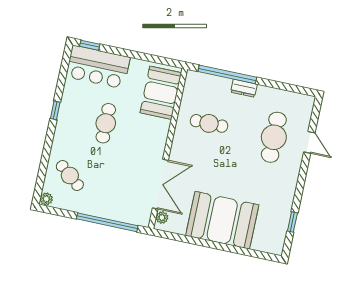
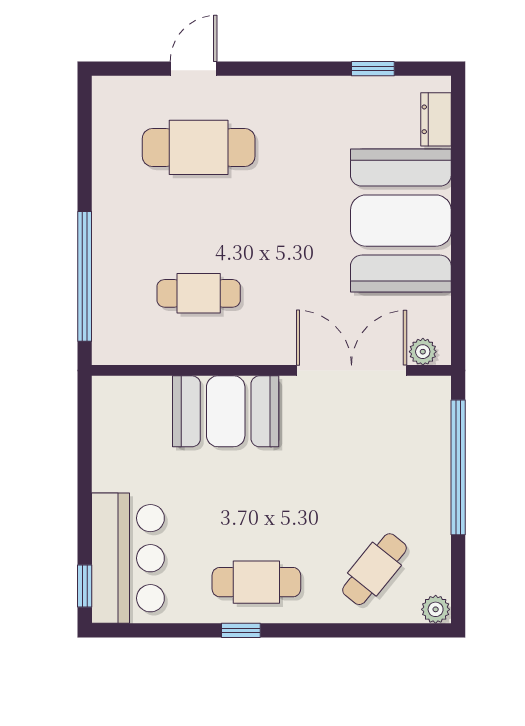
dresser: (244, 88) -> (436, 119), moved, turned 180
booth: (161, 93) -> (226, 411), moved
cafe table: (106, 123) -> (256, 582), moved
cafe table: (209, 123) -> (199, 293), turned 90

